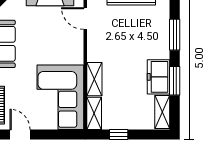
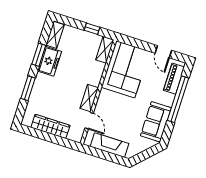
shelving: (94, 79) -> (89, 98), moved

